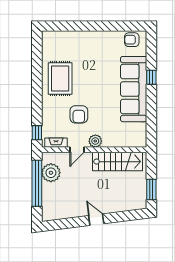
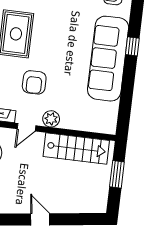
window: (151, 190) -> (117, 174), moved

